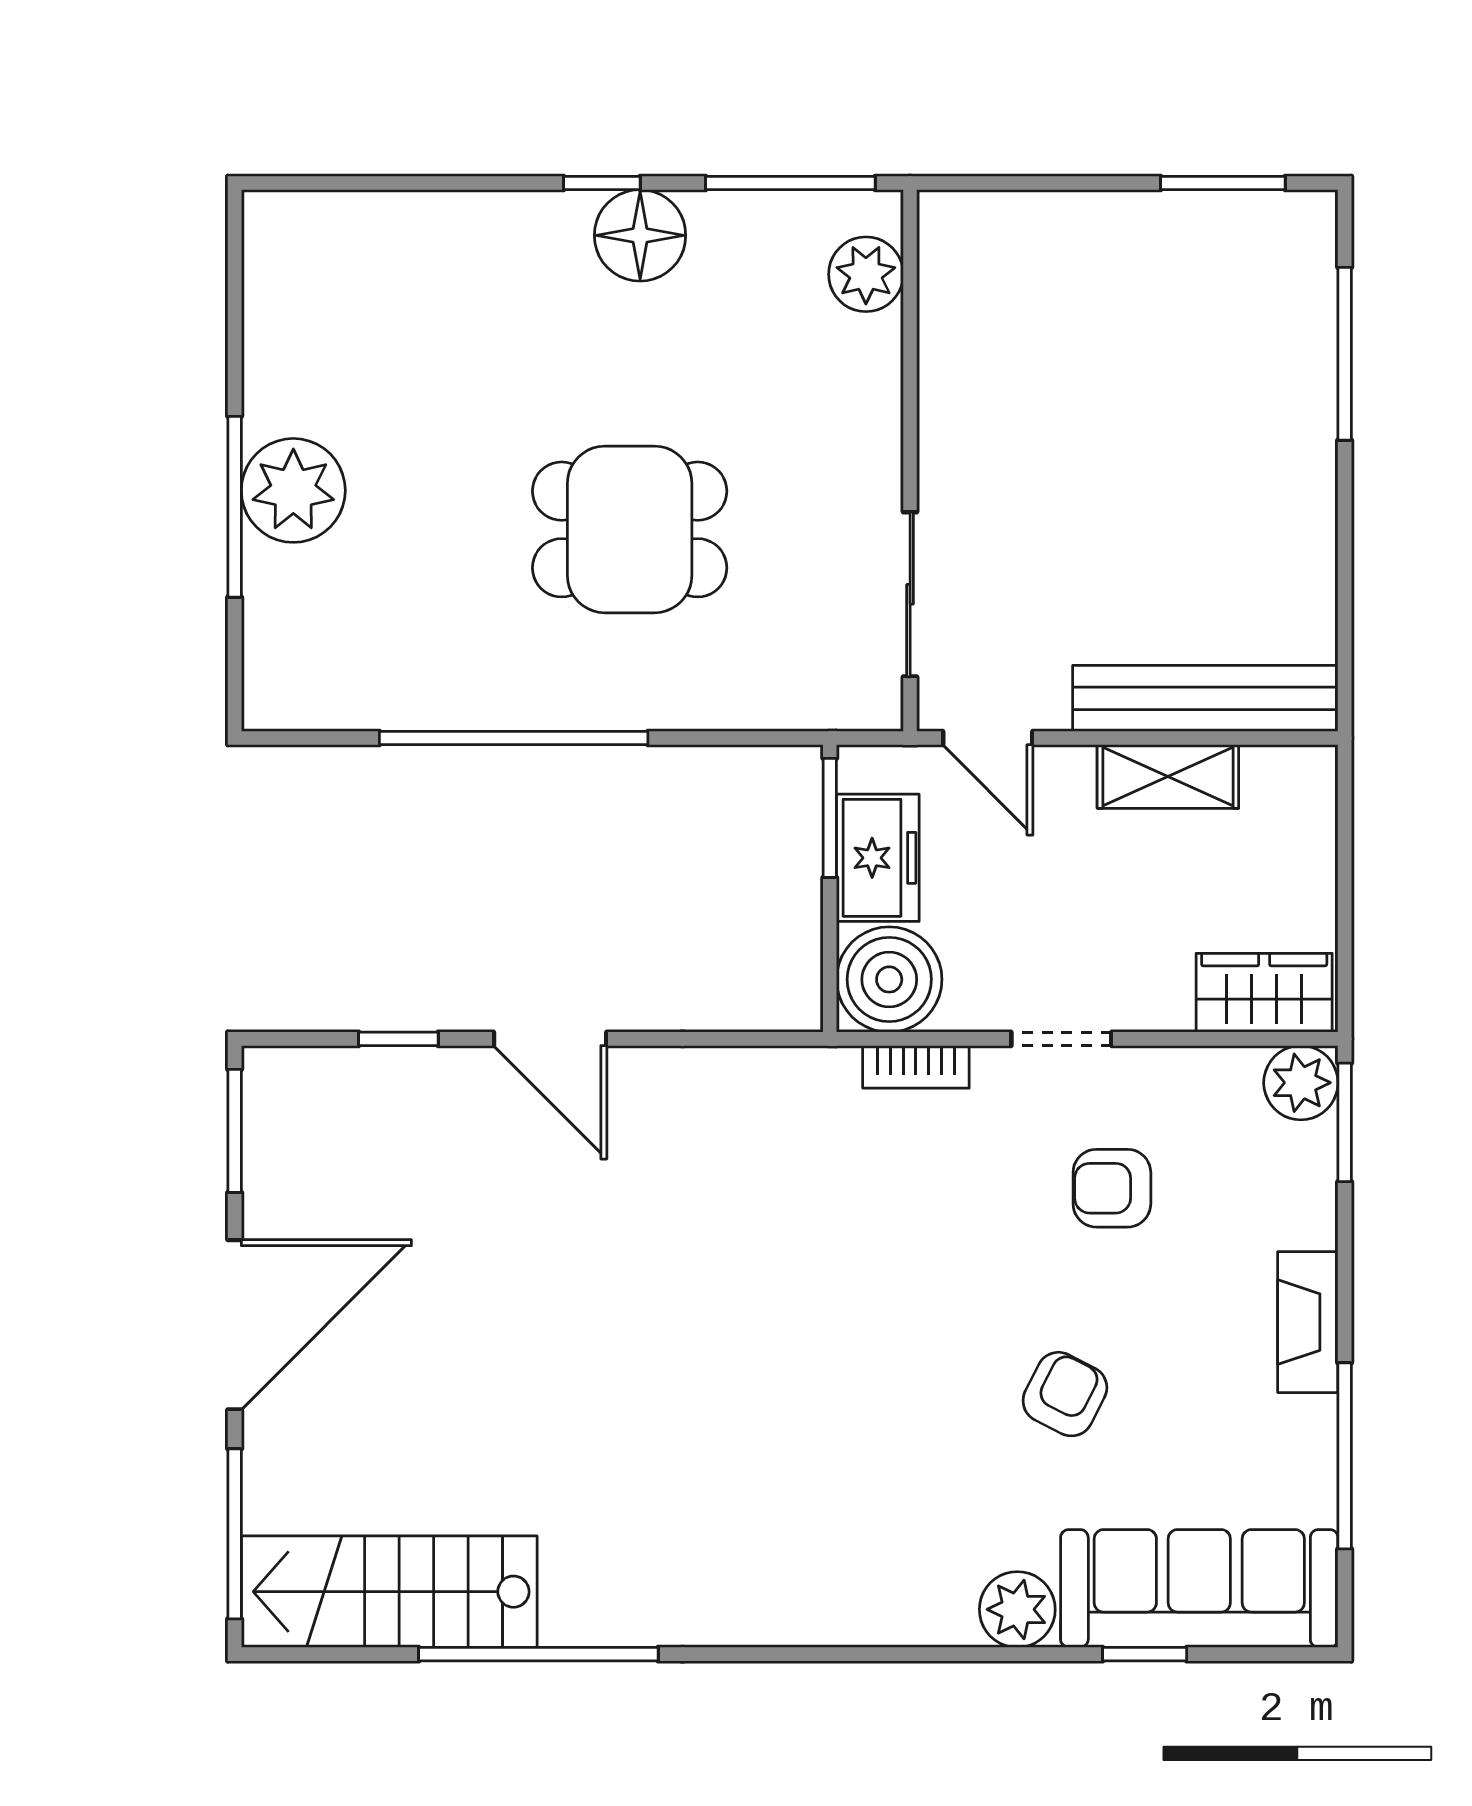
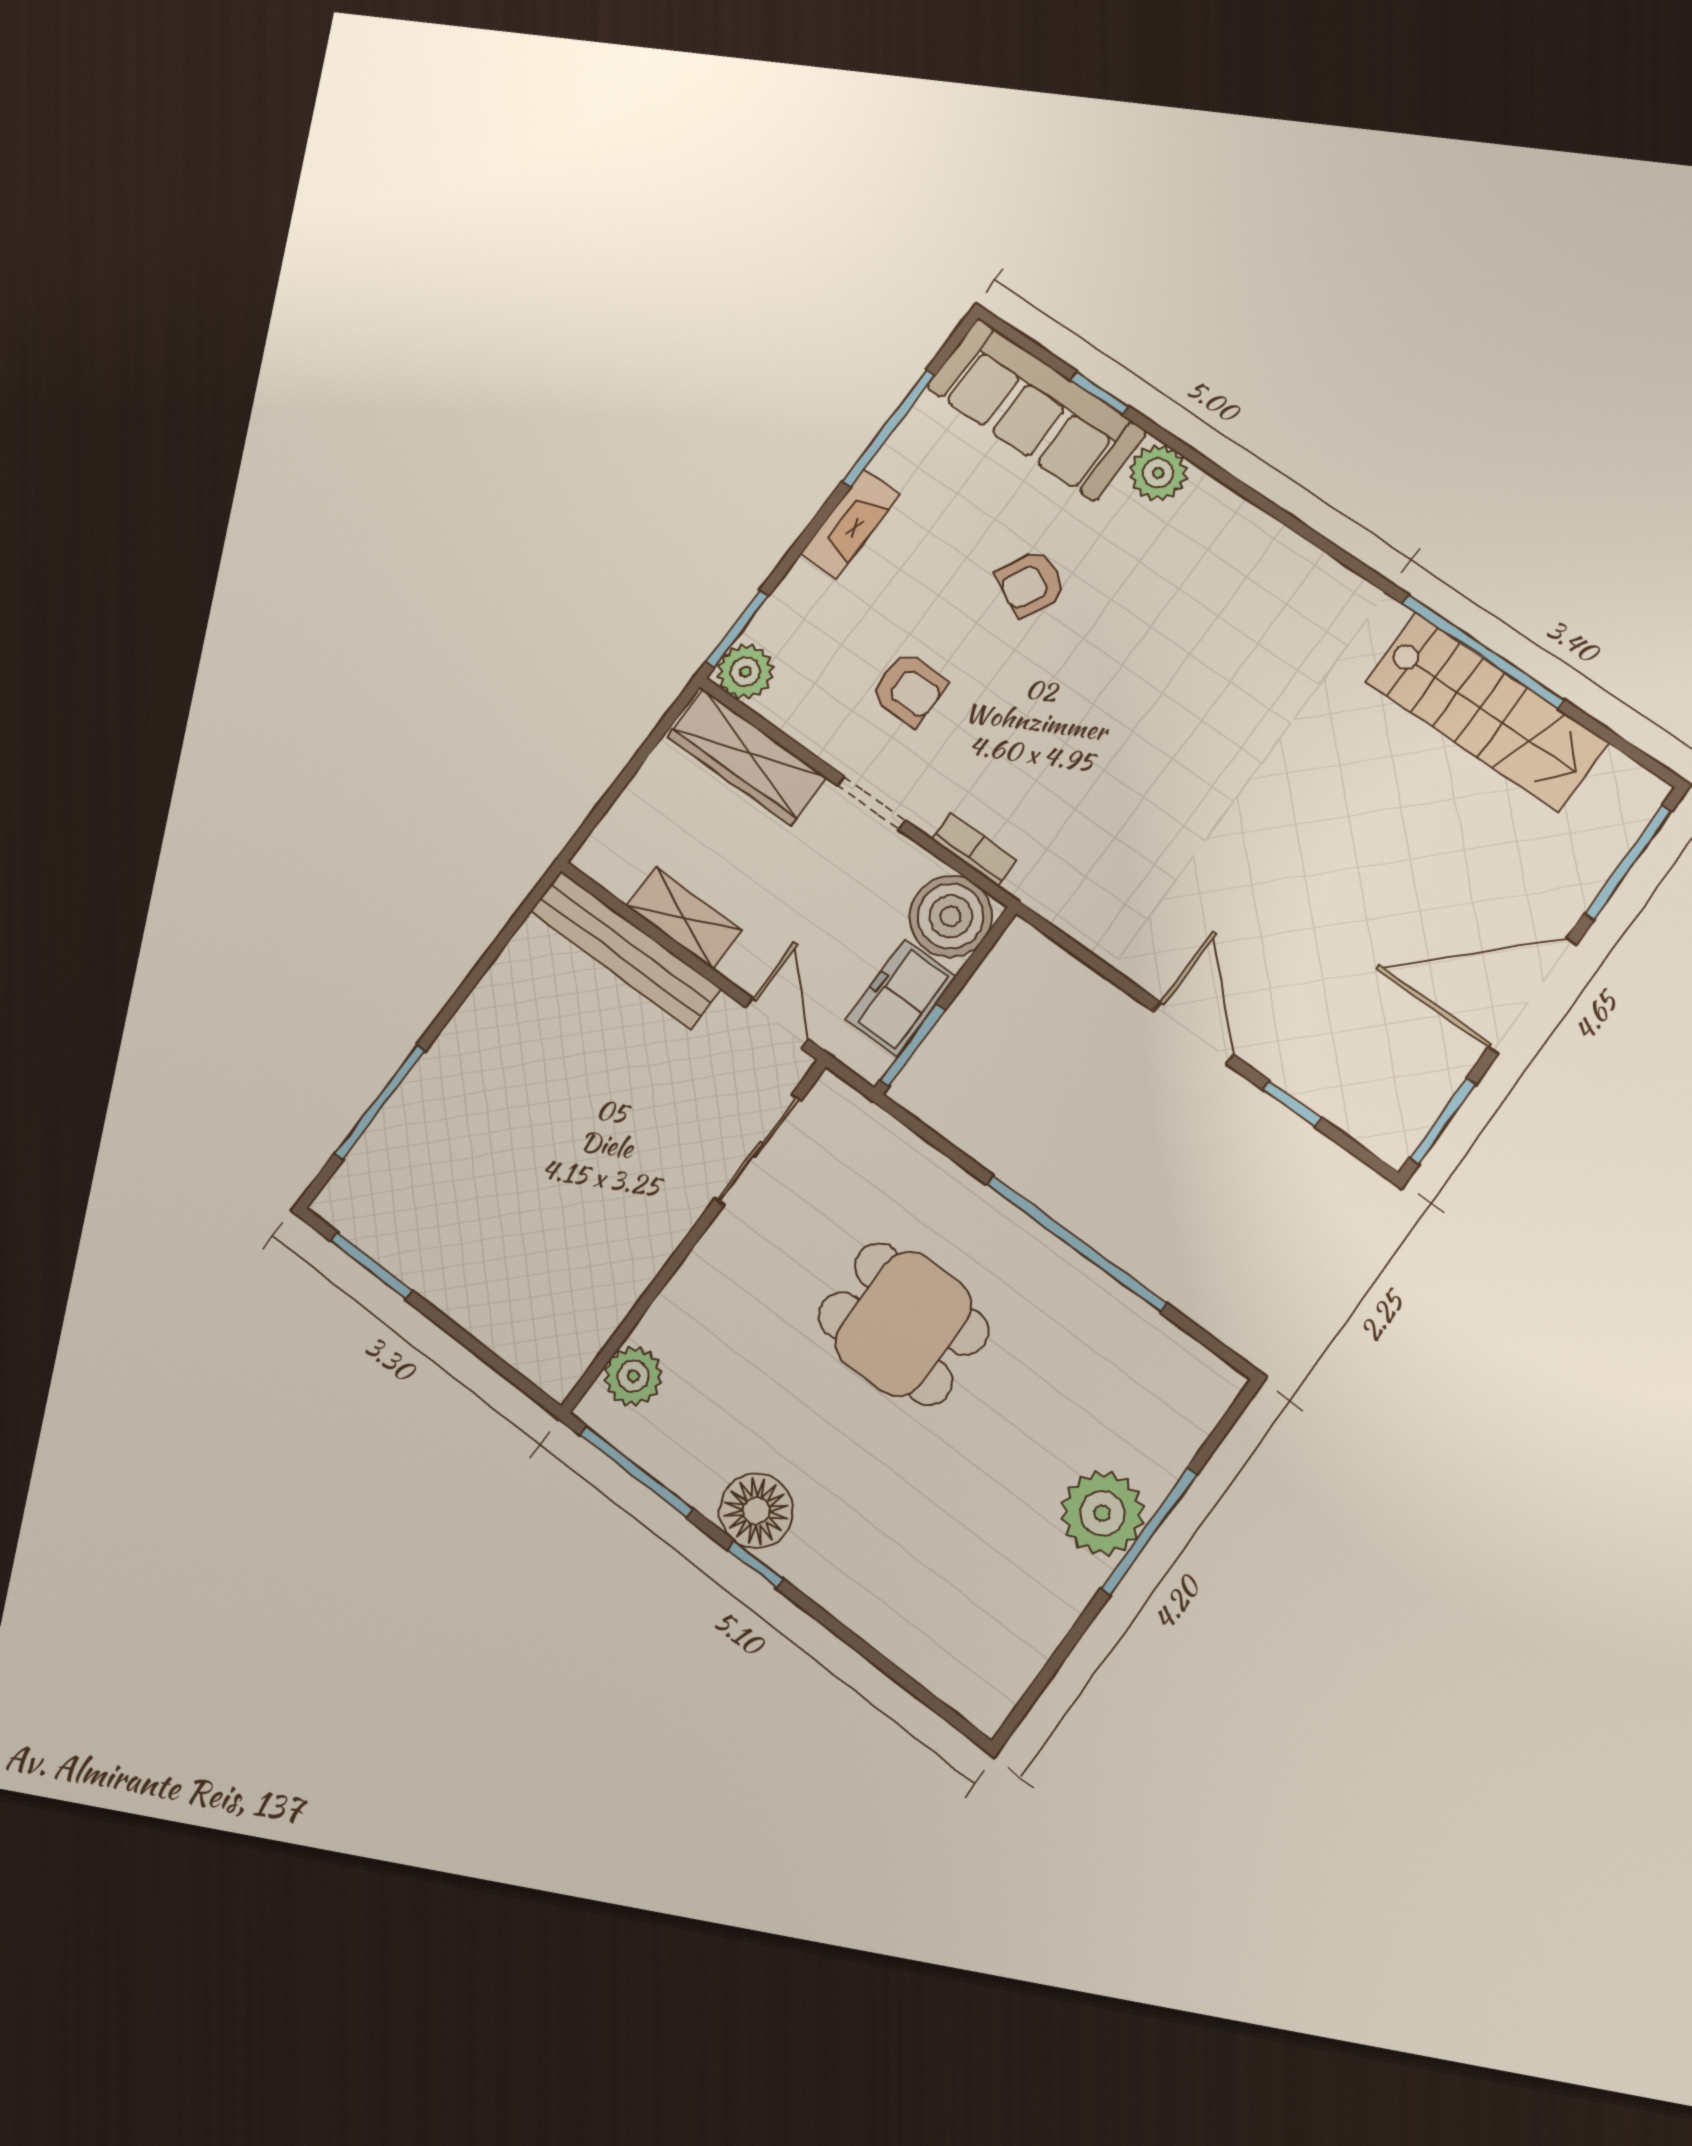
wardrobe: (1264, 993) -> (747, 757), width x1.50
stairs: (389, 1592) -> (1486, 712), moved

